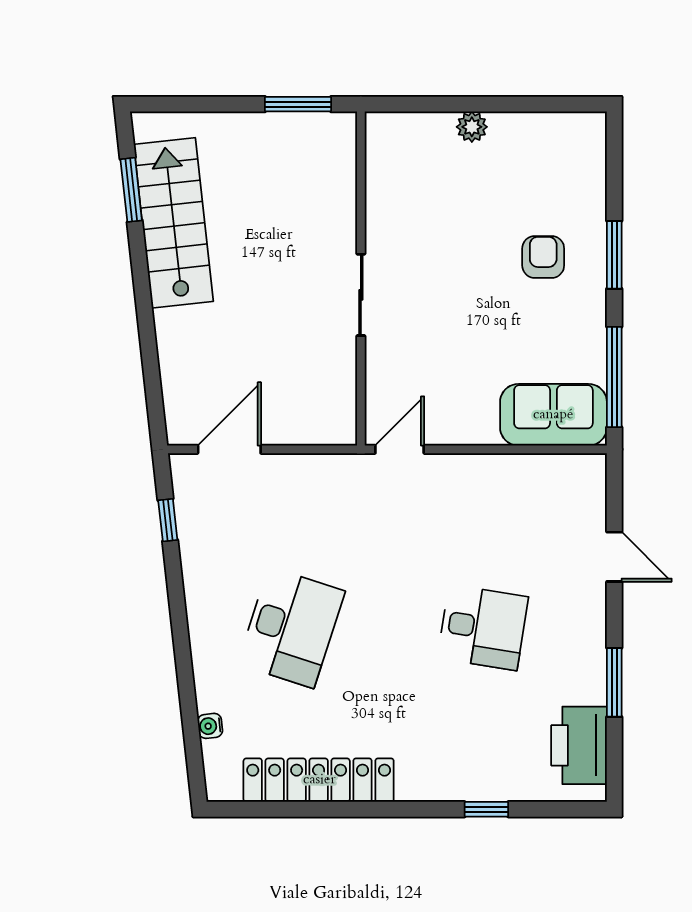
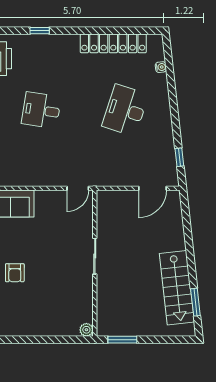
plant: (472, 127) -> (86, 330), moved

